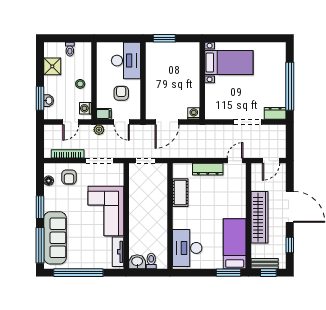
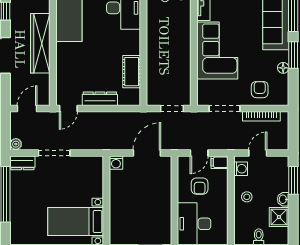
washbasin: (49, 101) -> (283, 199), moved
door: (122, 122) -> (199, 153), swing flipped
plant: (99, 130) -> (16, 144), moved
floor lamp: (49, 181) -> (283, 68), moved

